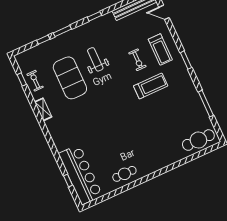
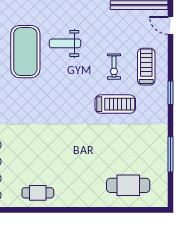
treadmill: (160, 49) -> (146, 67), turned 180
weight bench: (95, 59) -> (65, 43), turned -90
cafe table: (198, 140) -> (128, 185), moved

